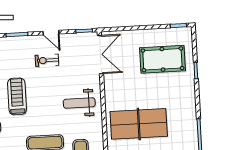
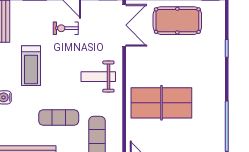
pool table: (162, 59) -> (177, 21), moved
treadmill: (17, 96) -> (31, 66), turned 180

